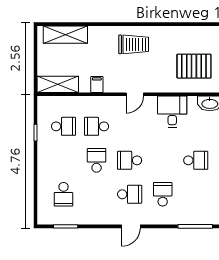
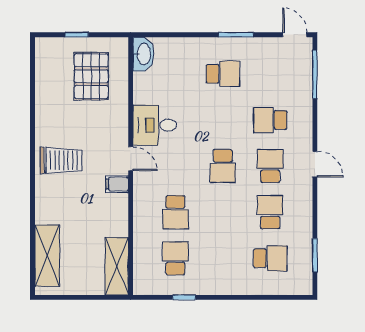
trolley: (134, 44) -> (61, 160), turned 90
filing cabinet: (97, 85) -> (117, 184), moved
desk: (172, 112) -> (155, 125), moved
school desk: (97, 160) -> (270, 212), moved, turned 90
school desk: (196, 160) -> (223, 74), turned 90

